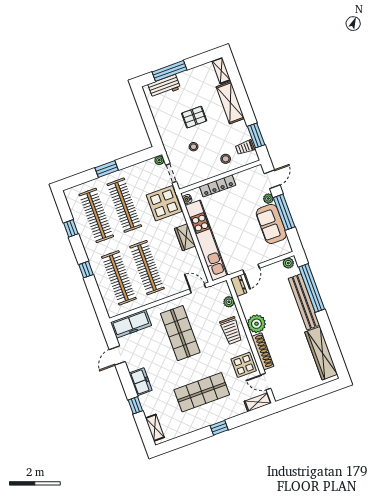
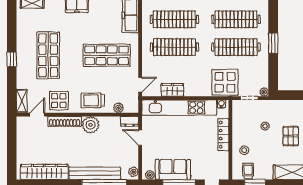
plant: (268, 199) -> (150, 175), moved
wardrobe: (185, 237) -> (172, 90), moved

